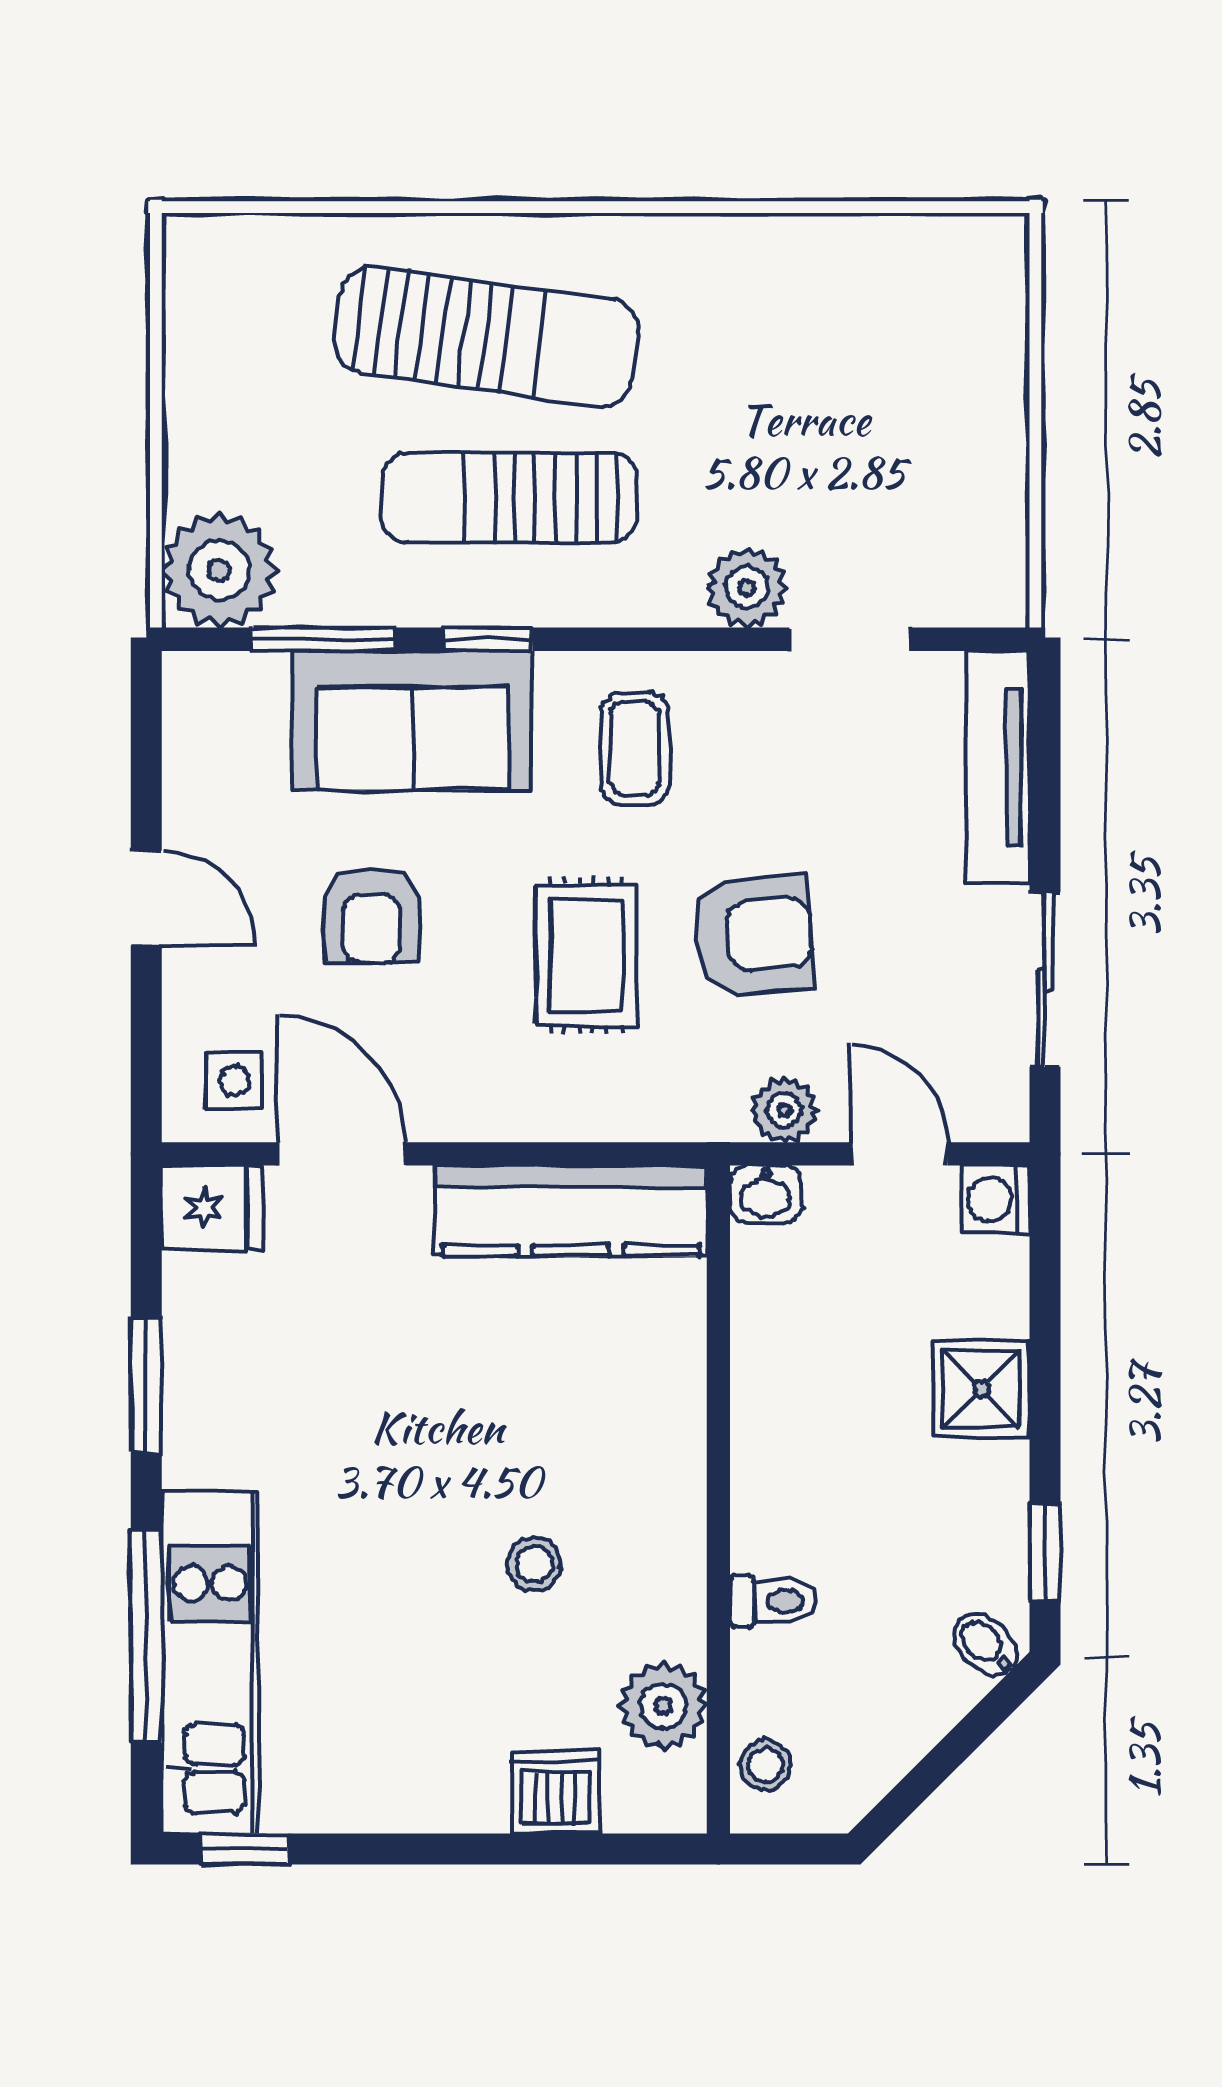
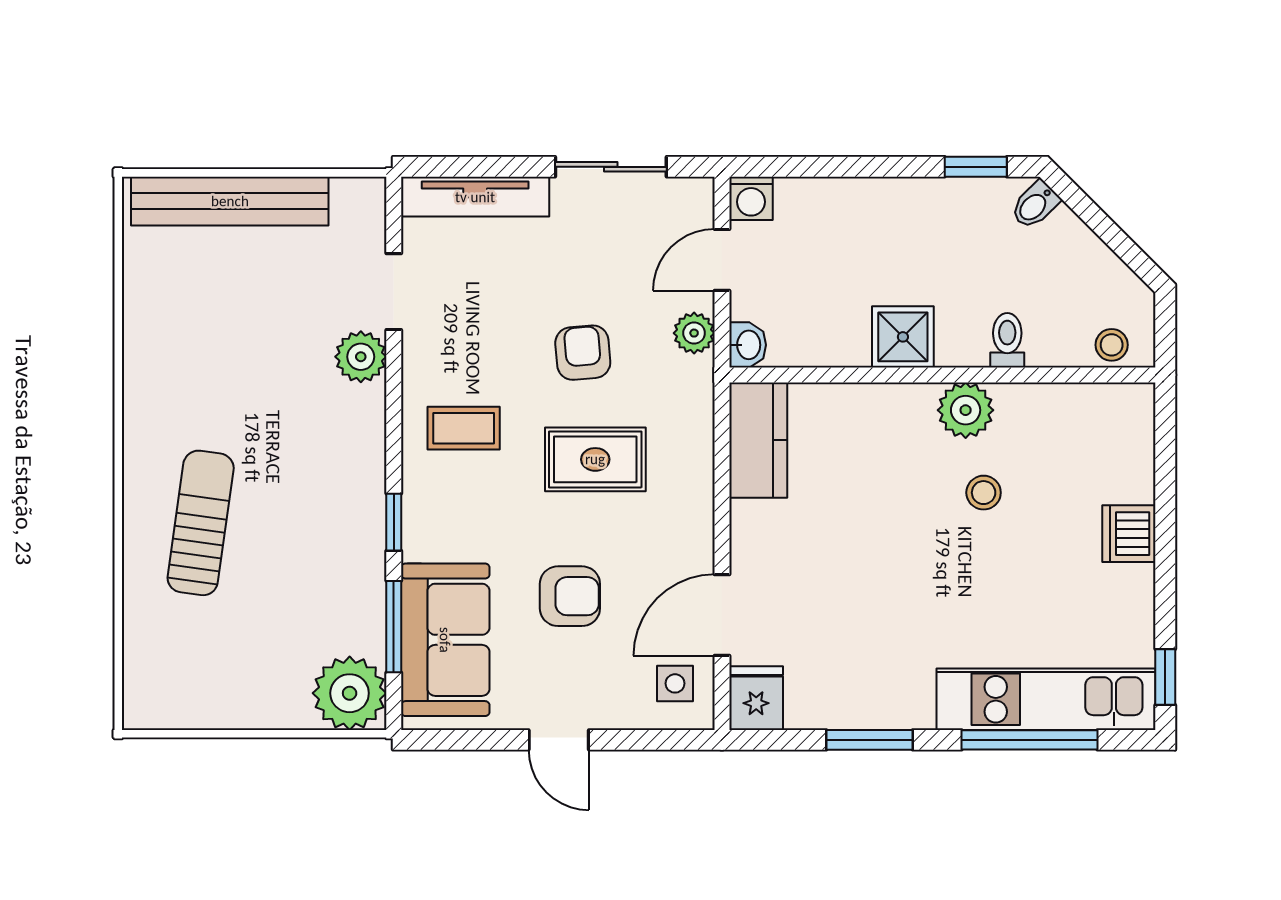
sun lounger: (486, 336) -> (201, 523), width x0.73, depth x0.75
bench: (991, 382) -> (230, 201), added
sun lounger: (510, 497) -> (303, 508), removed
sofa: (413, 720) -> (445, 640), moved
door: (146, 898) -> (559, 740), swing flipped
armchair: (753, 936) -> (583, 353), width x0.72, depth x0.72
kitchen counter: (571, 1211) -> (758, 440), width x0.67
shower: (981, 1389) -> (903, 337), moved
plant: (663, 1706) -> (966, 410), moved
dishwasher: (555, 1792) -> (1129, 534), moved

